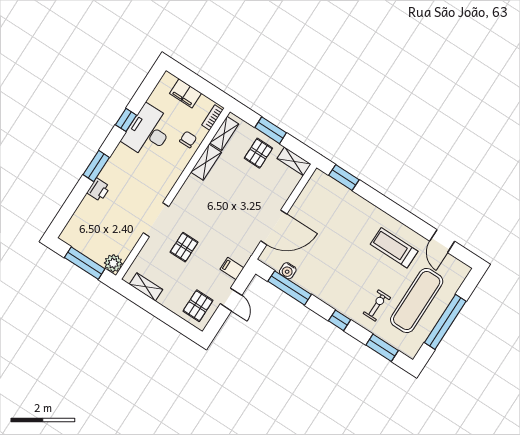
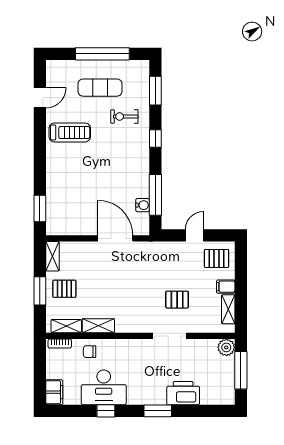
filing cabinet: (186, 93) -> (54, 392), moved
printer: (98, 190) -> (183, 393), width x1.87, depth x1.48
treadmill: (394, 248) -> (70, 132), turned -90
filing cabinet: (232, 269) -> (226, 287), moved, turned 90
exercise mat: (417, 300) -> (100, 88), width x0.73, depth x0.69

